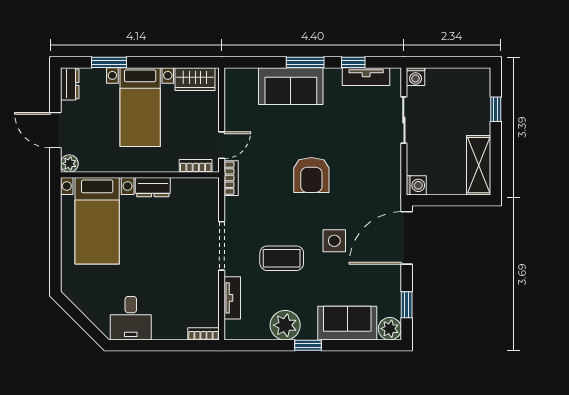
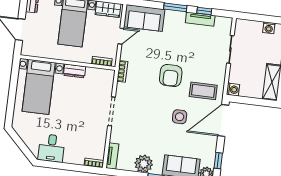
tv unit: (366, 77) -> (200, 19), moved
washing machine: (416, 77) -> (269, 28), moved
sofa: (291, 86) -> (144, 18), moved
door: (222, 145) -> (121, 36), moved
plant: (69, 164) -> (26, 51), removed
coffee table: (282, 258) -> (203, 91), moved
tv unit: (232, 298) -> (112, 156), moved

